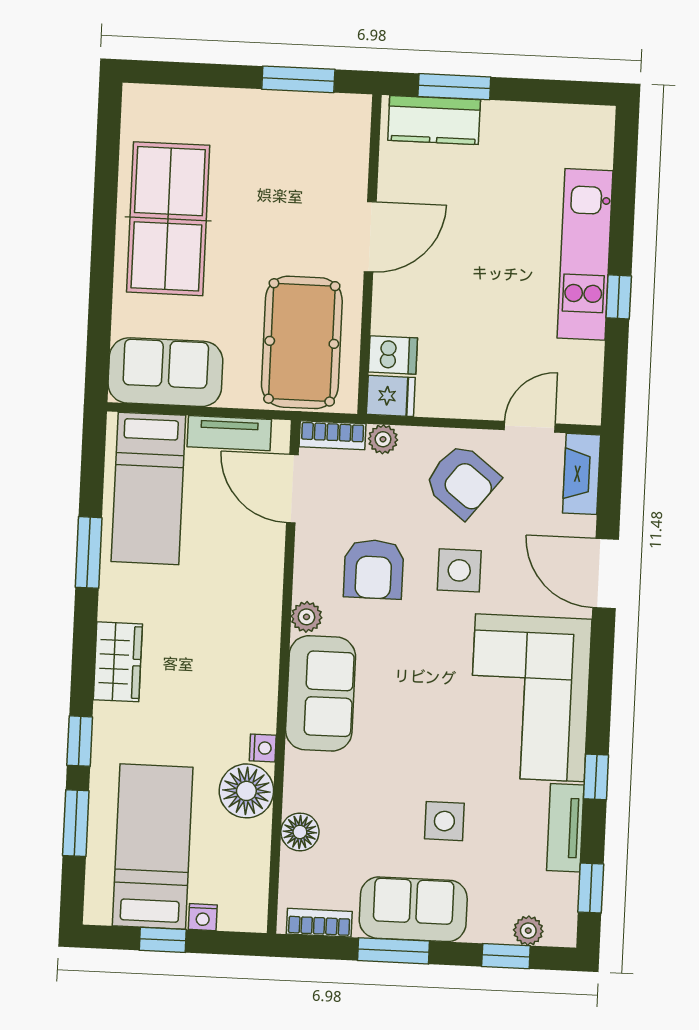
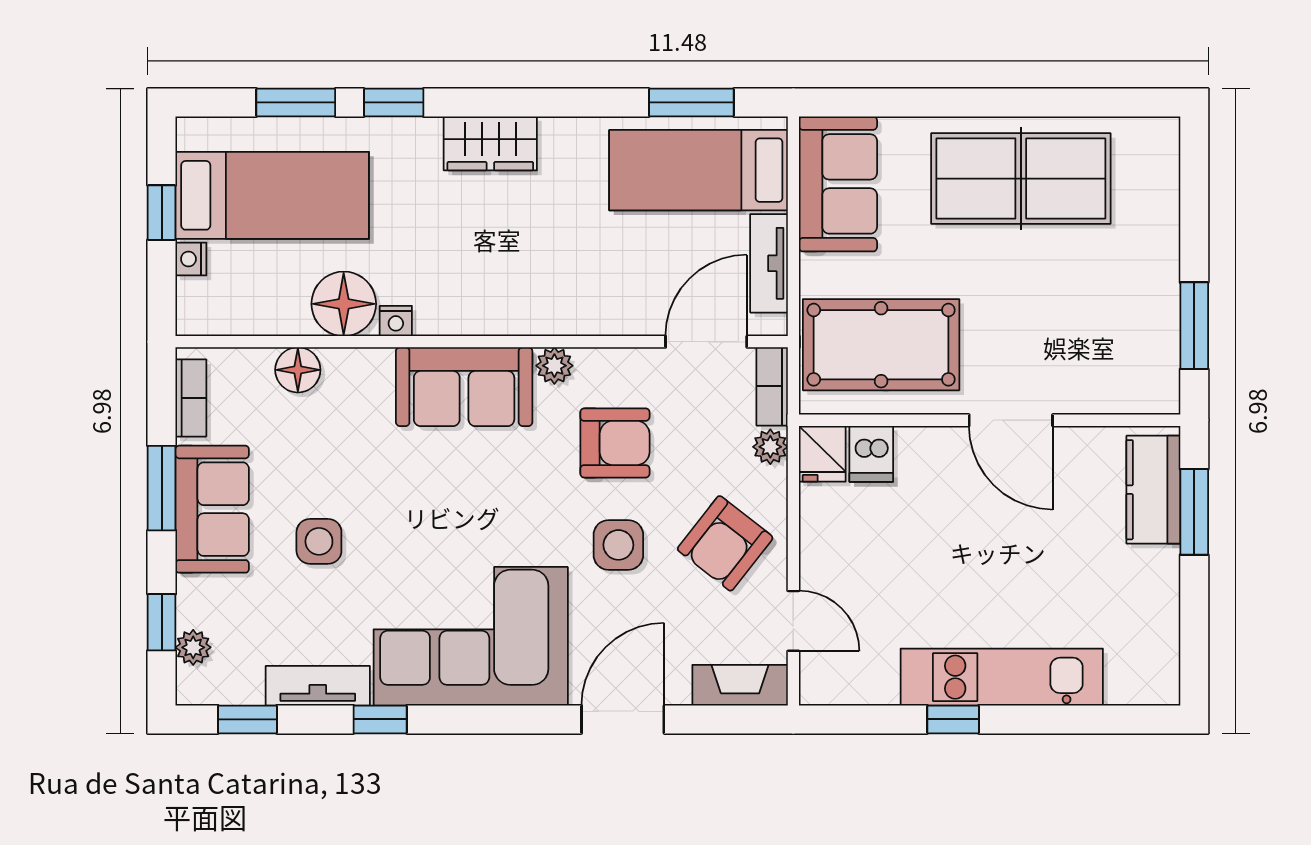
window: (89, 552) -> (691, 102), moved
armchair: (374, 569) -> (615, 443), turned 180

